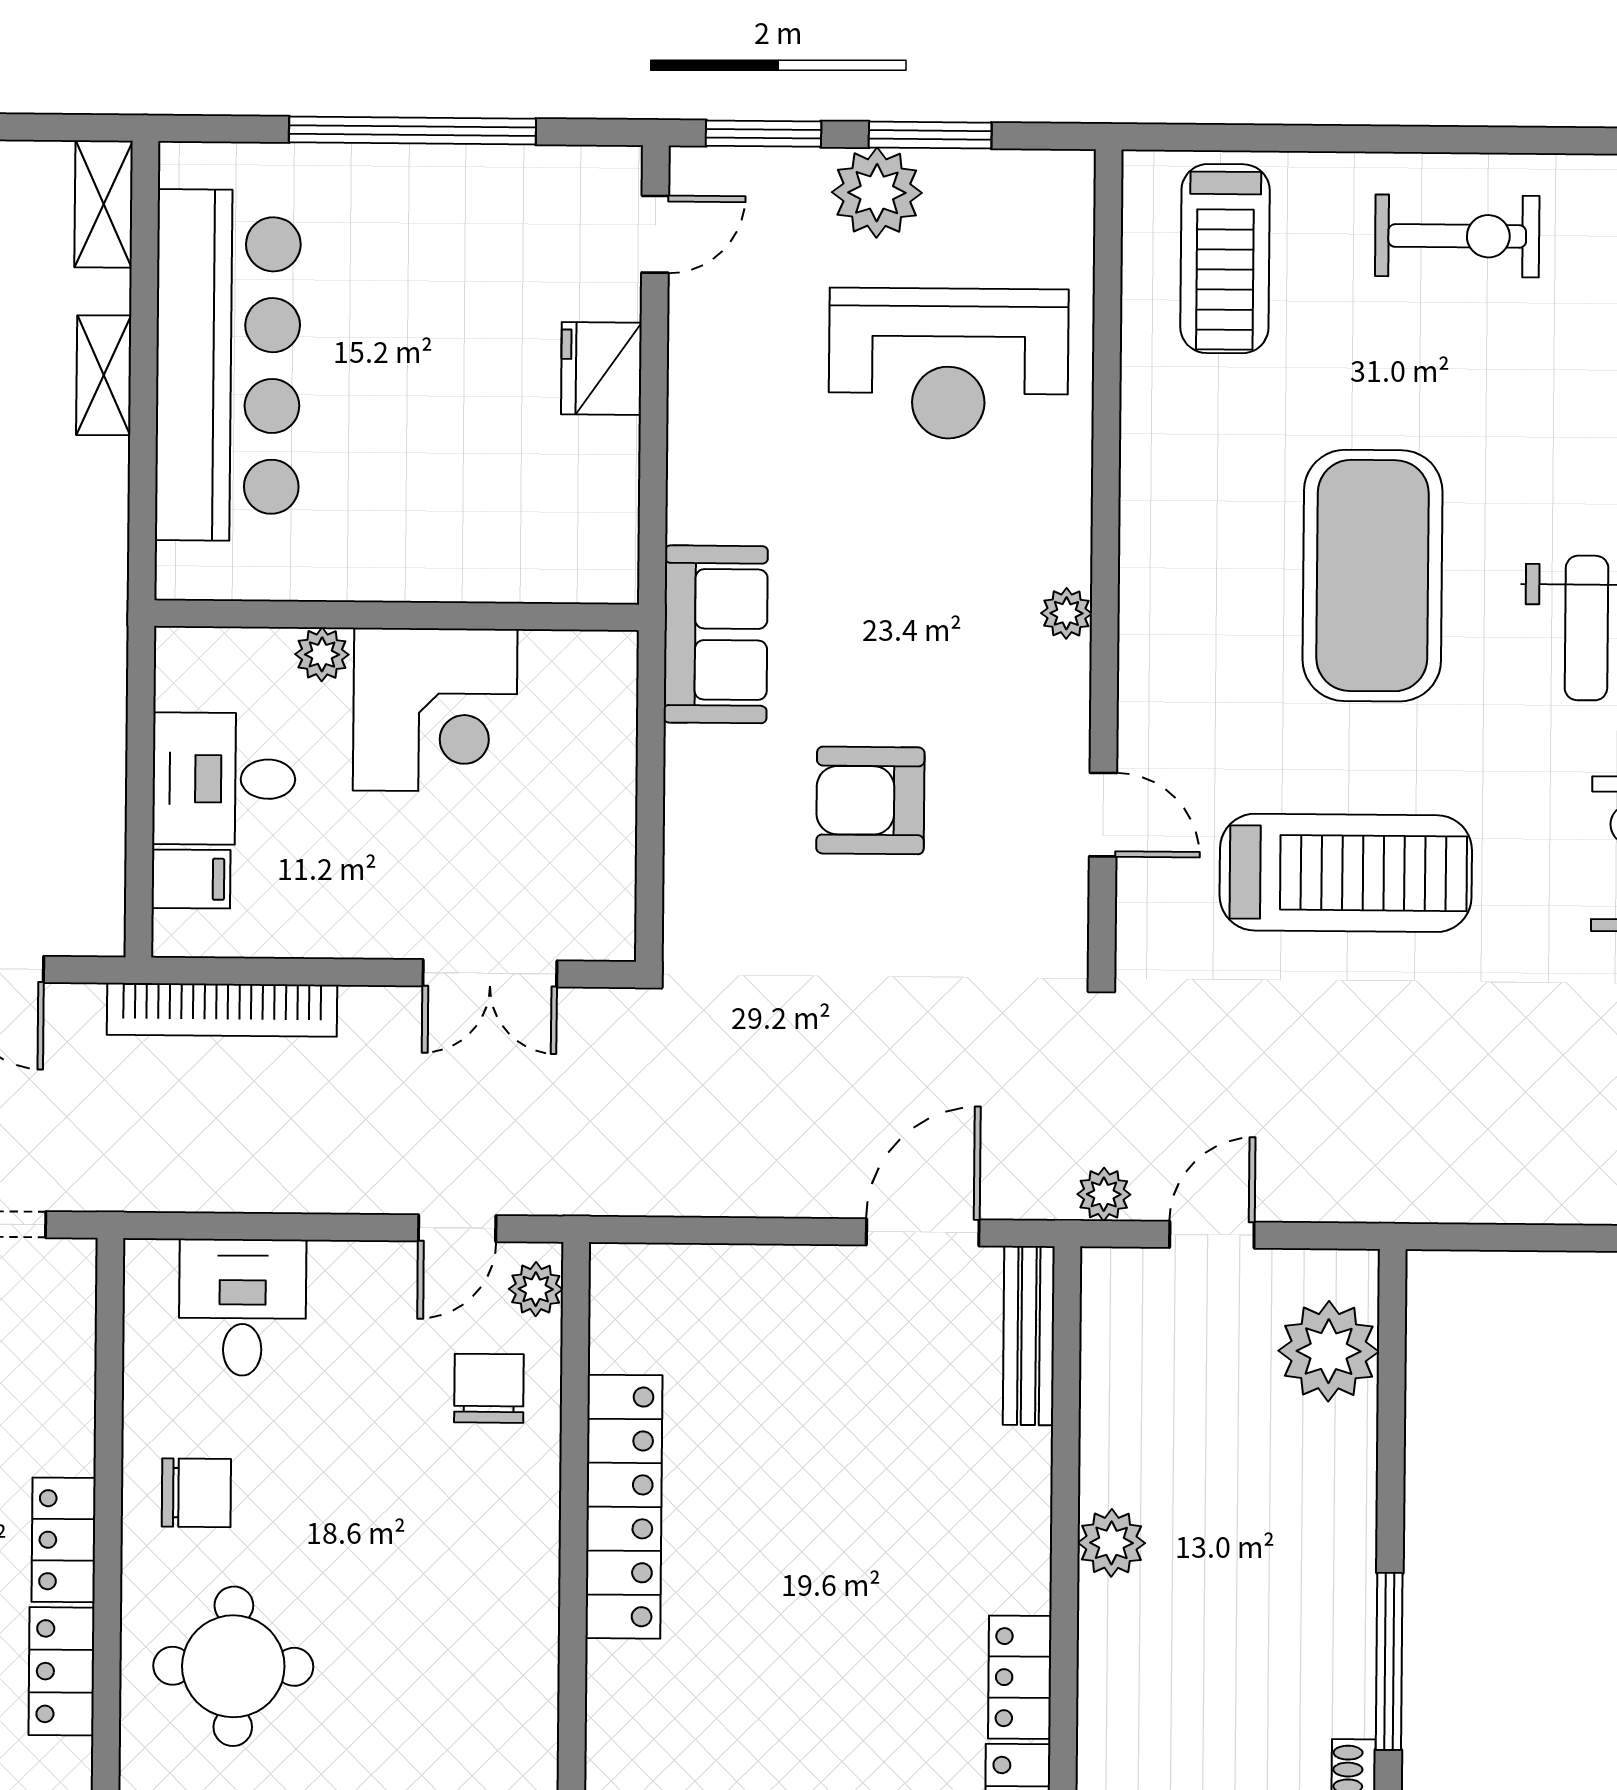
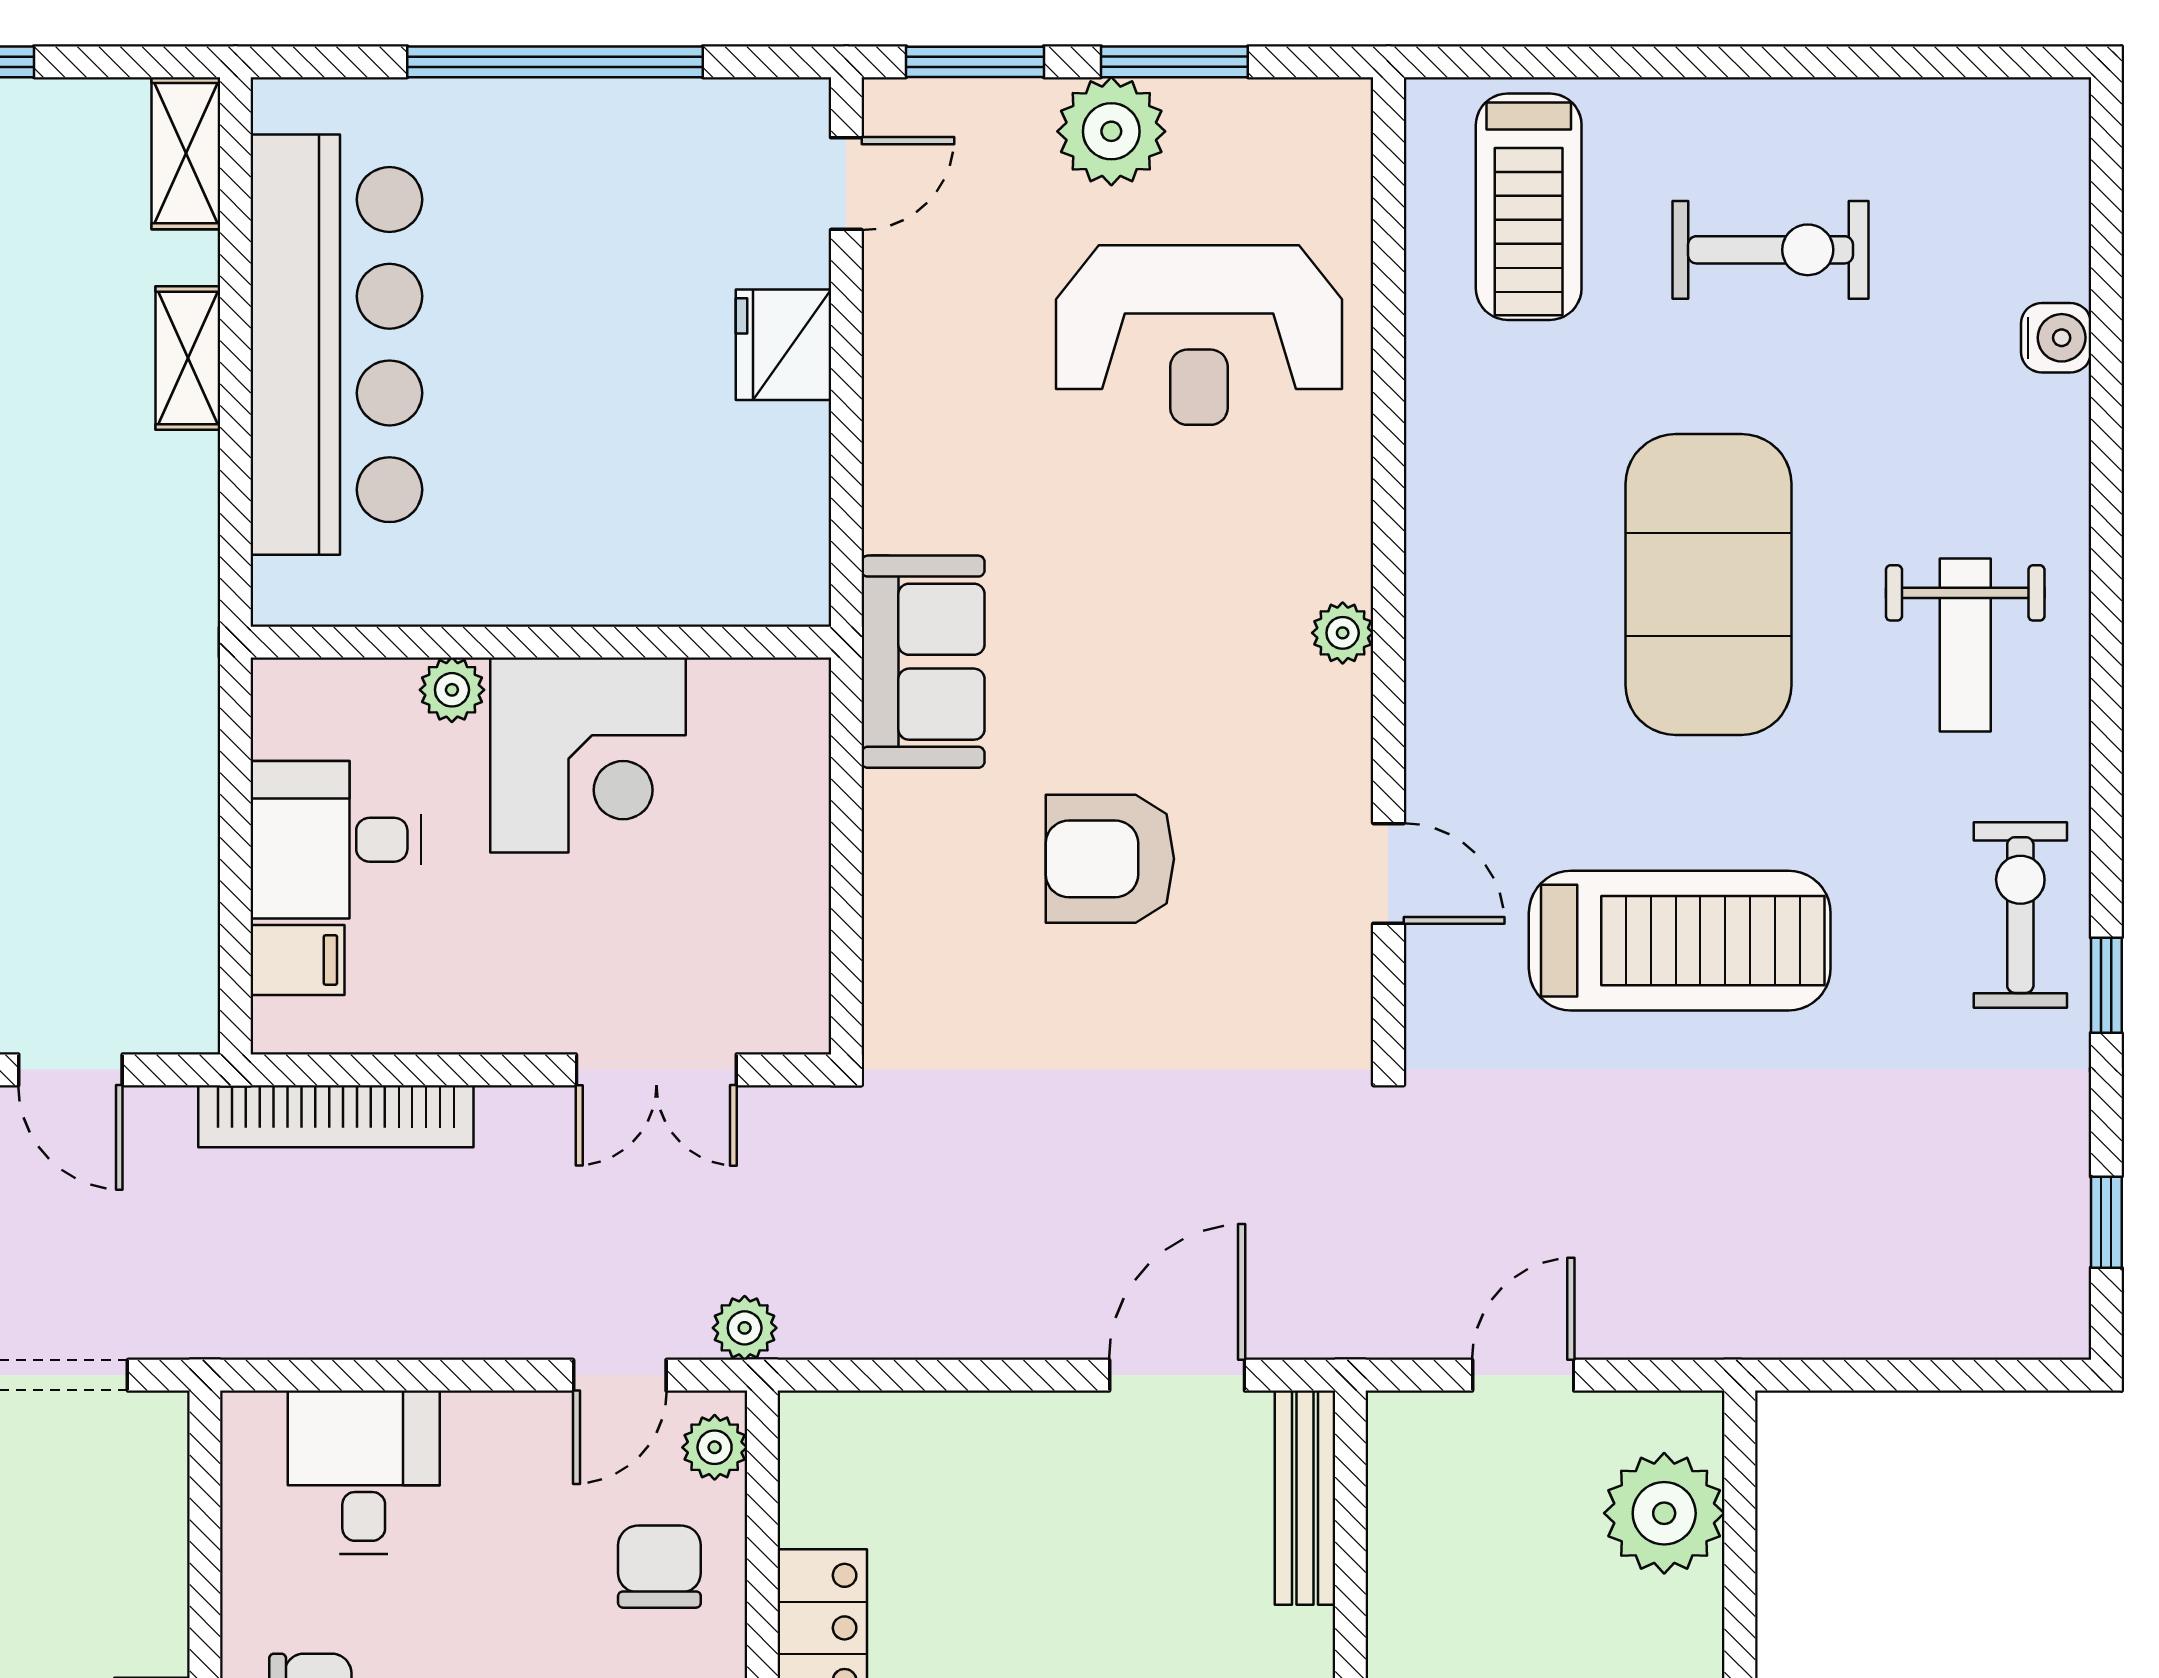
exercise bike: (1457, 236) -> (1771, 250), moved
plant: (1104, 1194) -> (745, 1328), moved

